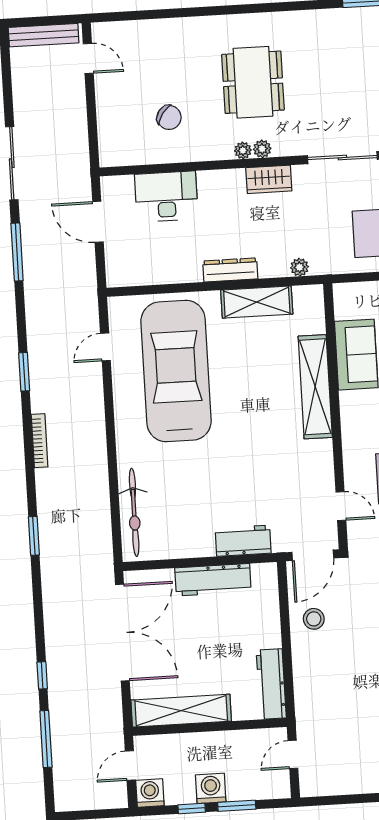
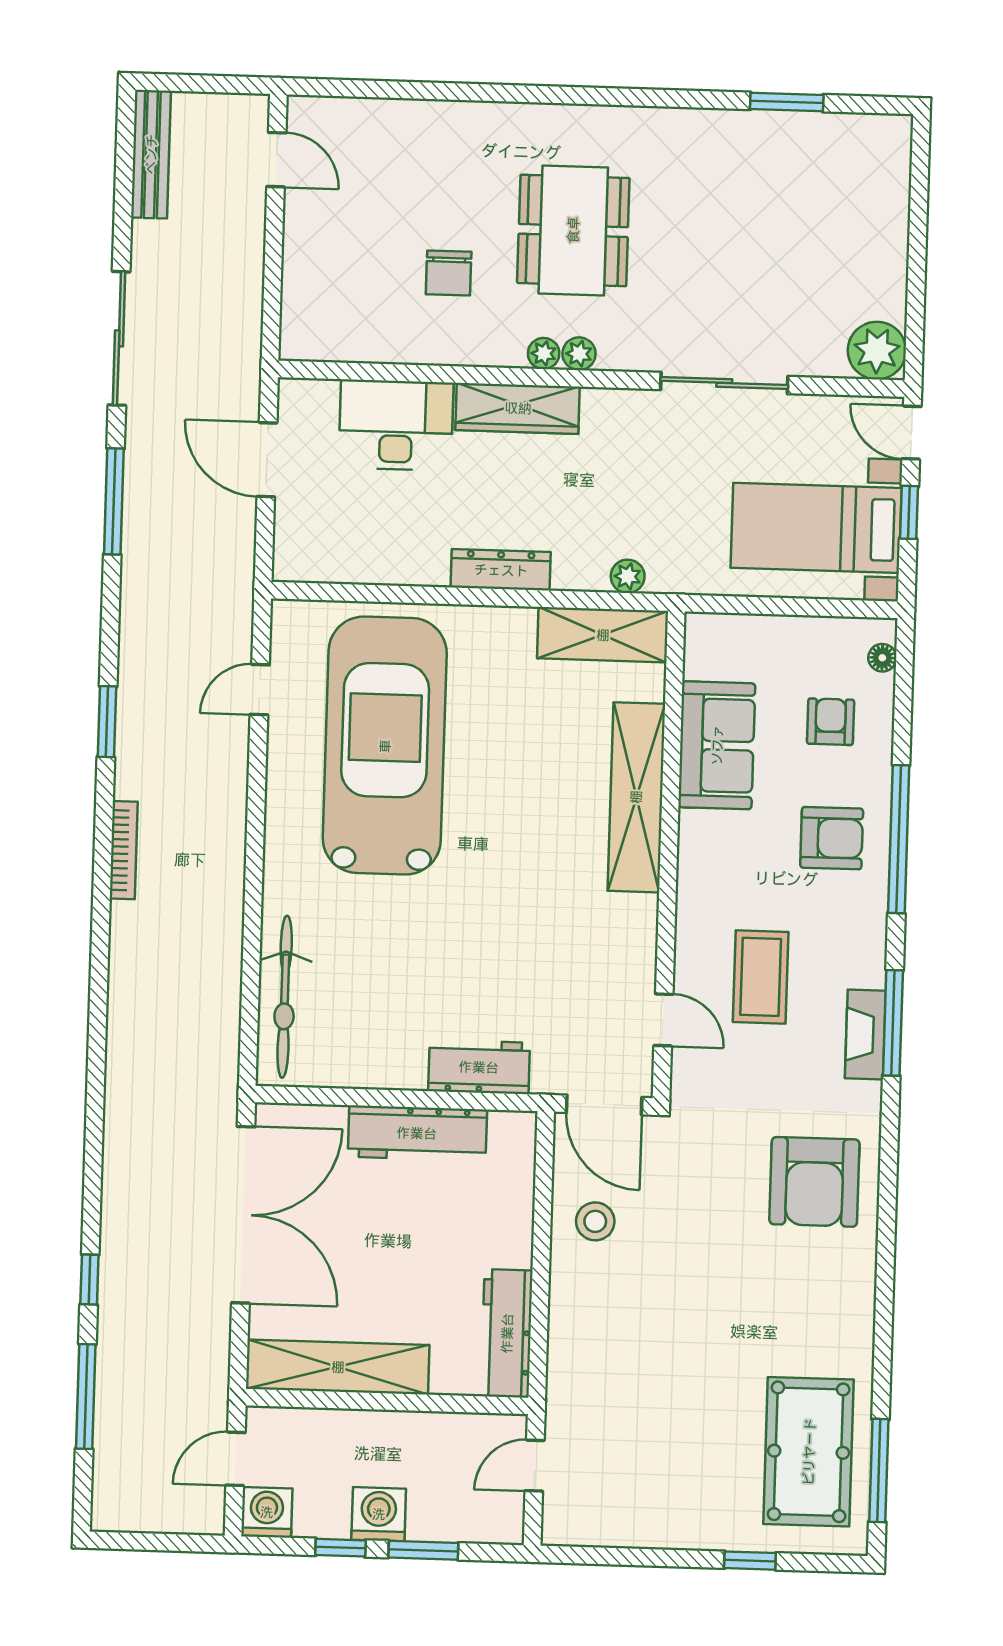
bench: (44, 35) -> (151, 154), moved, turned 90
chair: (169, 117) -> (449, 273), moved, turned 55
wardrobe: (269, 179) -> (518, 408), moved, width x1.50
shelving: (257, 302) -> (603, 635), moved
window: (34, 536) -> (97, 1023), removed
door: (313, 555) -> (604, 1105), hinge flipped

